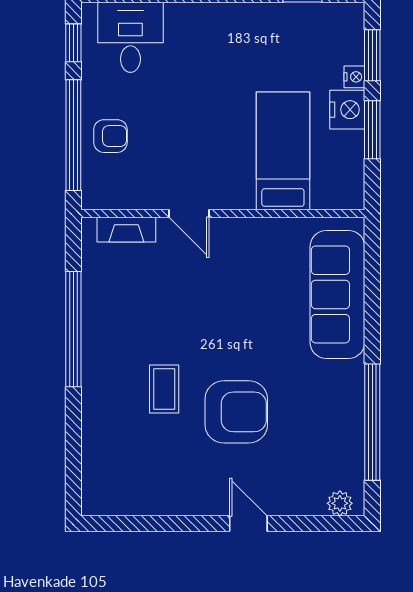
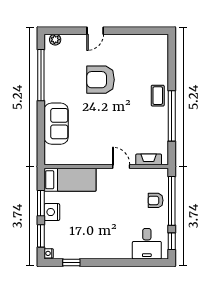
nightstand: (354, 77) -> (49, 253), moved
bed: (283, 151) -> (70, 180), moved, turned -90
sofa: (337, 294) -> (56, 124), width x0.73
coffee table: (164, 389) -> (158, 96), moved
door: (248, 524) -> (95, 31), hinge flipped

